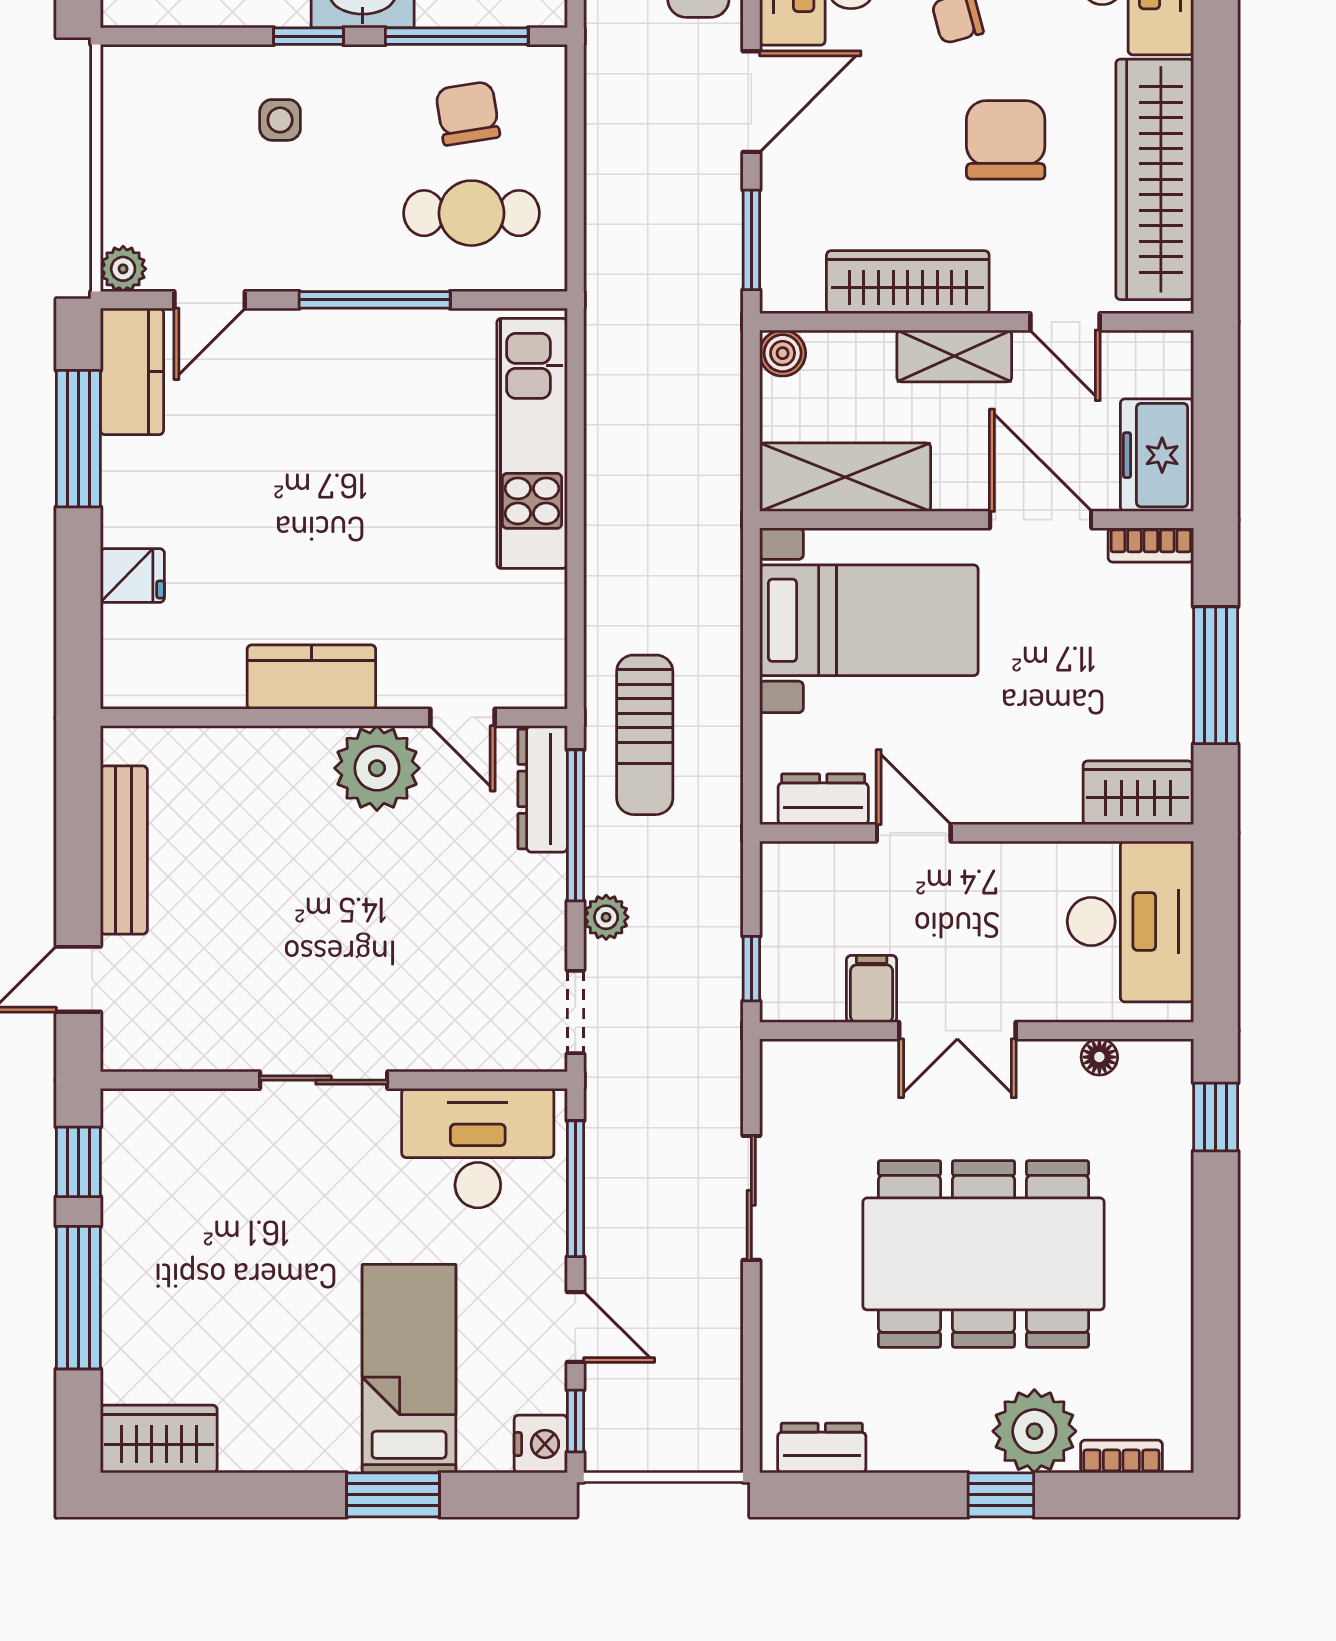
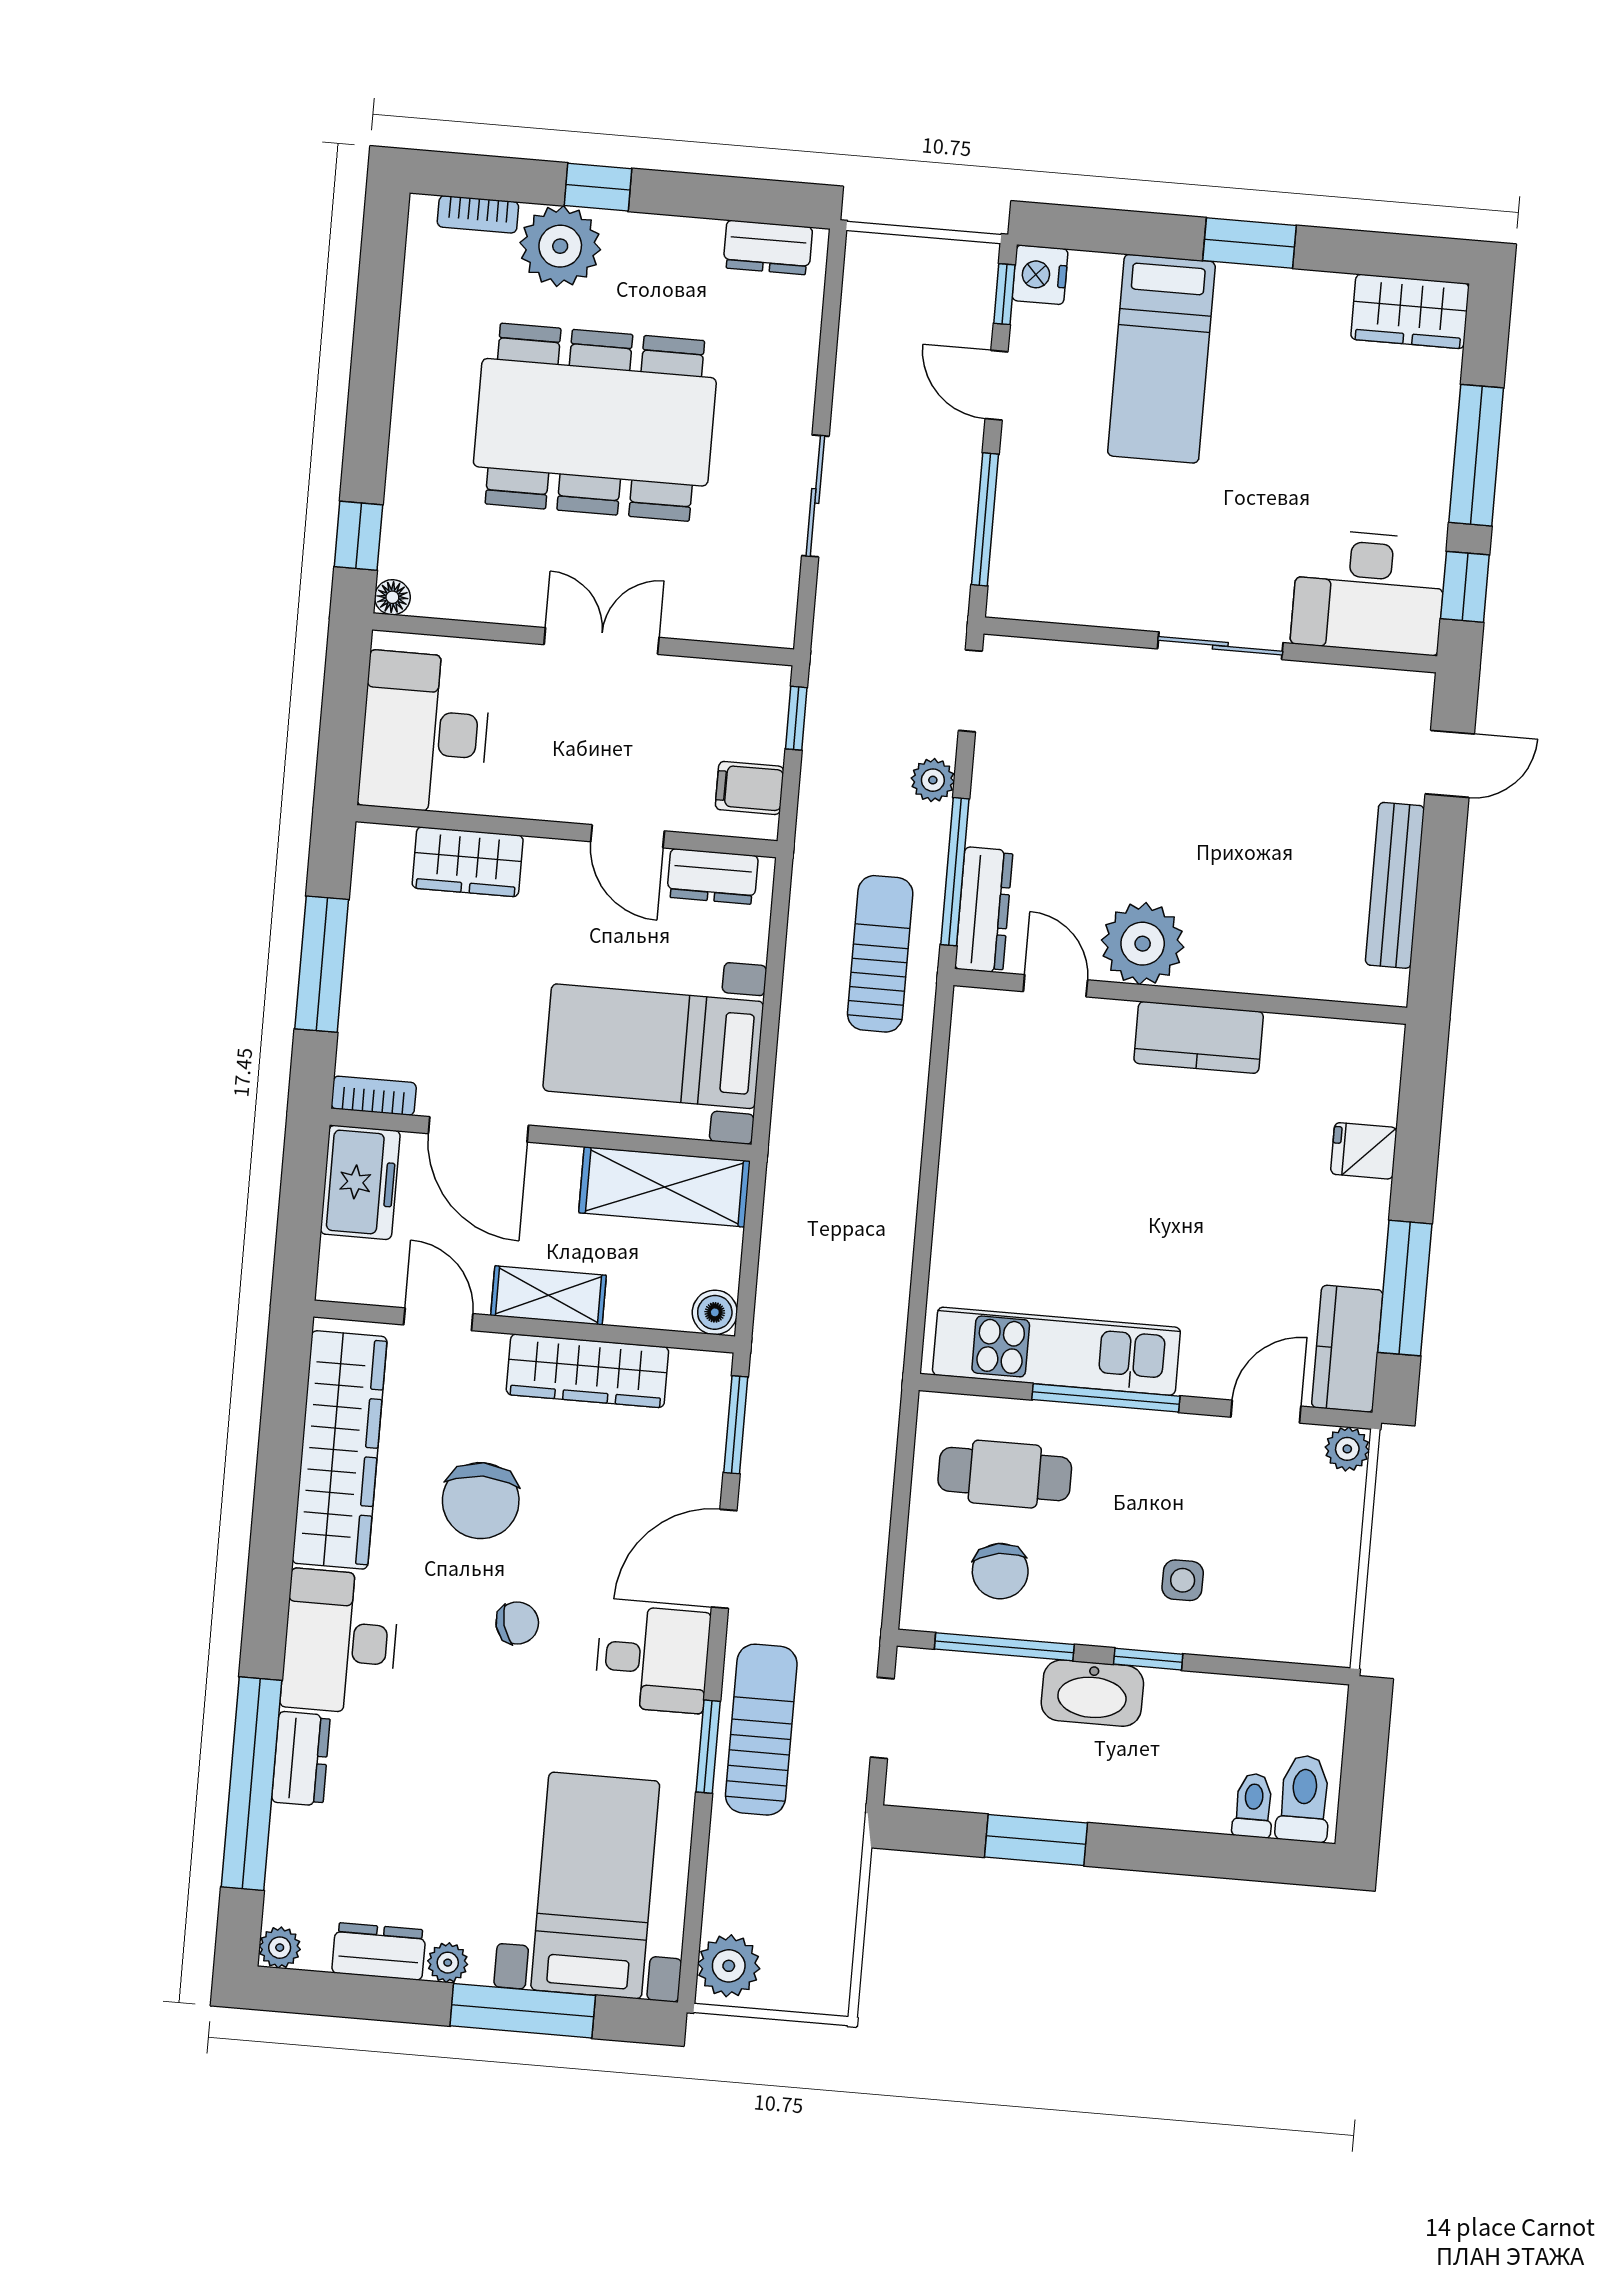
kitchen unit: (532, 443) -> (1056, 1351), moved, turned -90
wardrobe: (1138, 793) -> (468, 862), moved
filing cabinet: (872, 989) -> (750, 788), moved, turned 90
floor lamp: (1099, 1057) -> (392, 597), moved
desk: (478, 1148) -> (1369, 592), moved
window: (393, 1495) -> (1249, 243), moved

